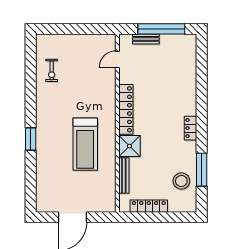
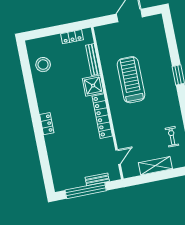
shelving: (77, 41) -> (155, 166), added
locker: (191, 128) -> (47, 124), moved
window: (202, 170) -> (28, 78), removed
locker: (149, 206) -> (72, 37), width x0.66

